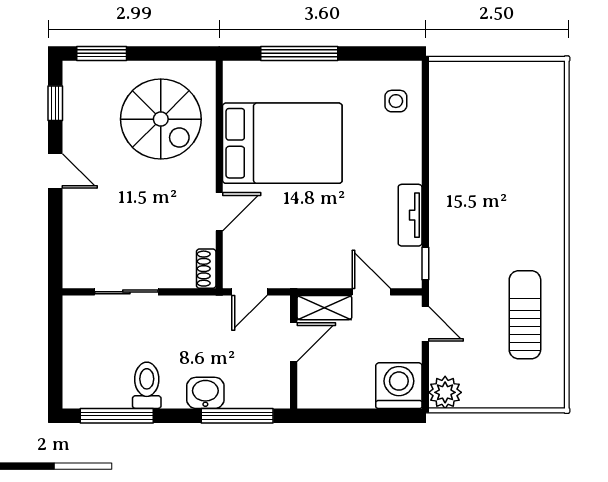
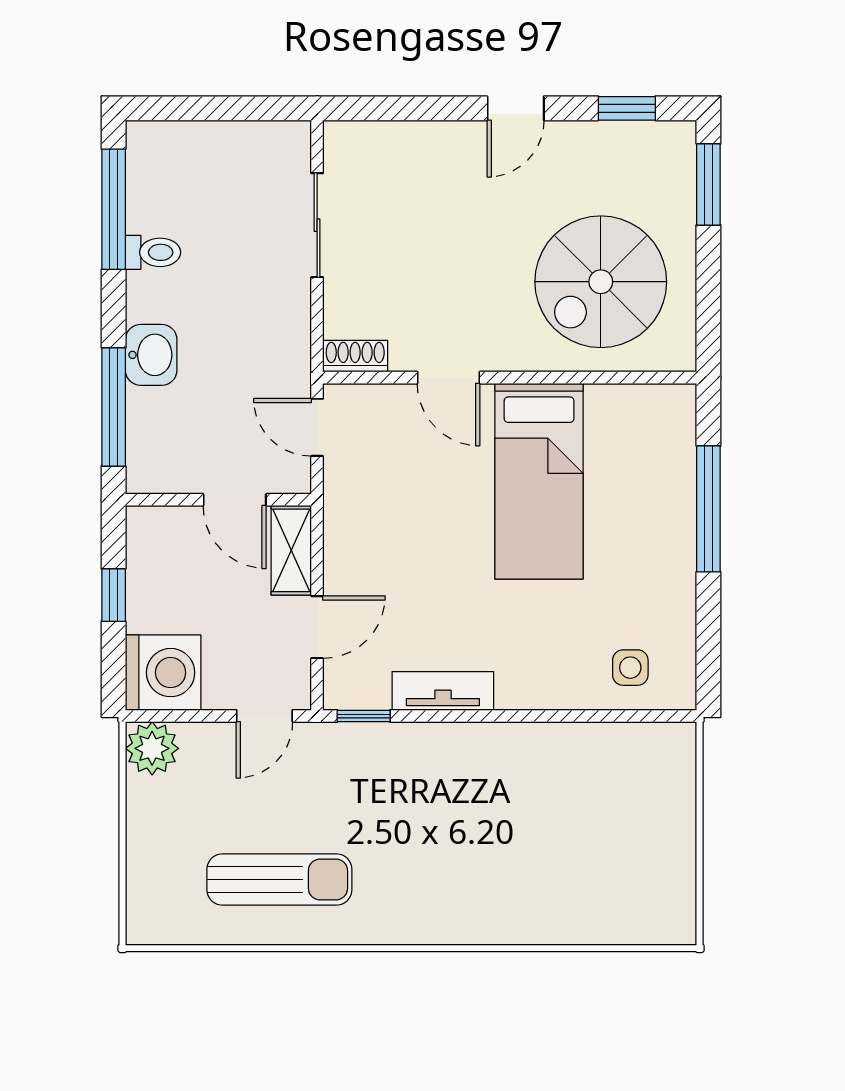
bed: (282, 143) -> (539, 481), width x0.67
toilet: (147, 385) -> (153, 252), width x0.73, depth x0.72
window: (352, 416) -> (114, 595), added

